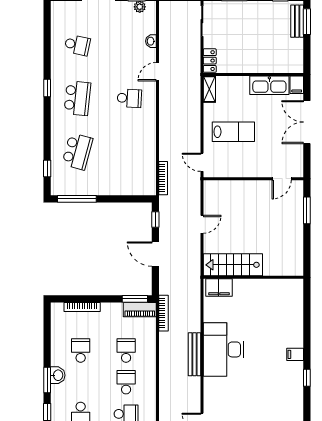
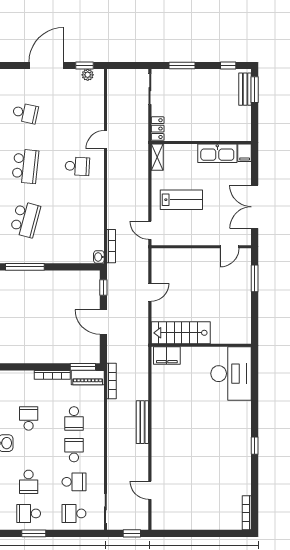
washbasin: (151, 41) -> (99, 257), moved
double door: (307, 122) -> (255, 207), moved
bookcase: (82, 307) -> (52, 375), moved
desk: (223, 349) -> (231, 374), moved, turned 180
school desk: (126, 351) -> (74, 418), turned 180
filing cabinet: (295, 354) -> (243, 422), removed

